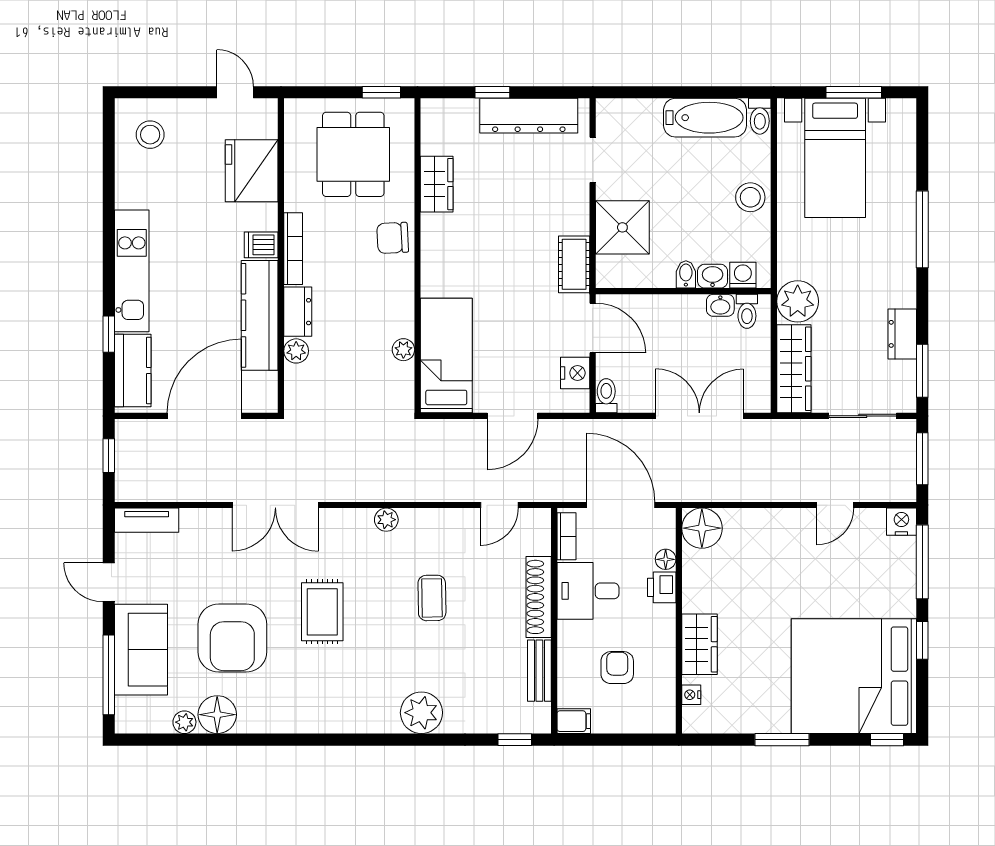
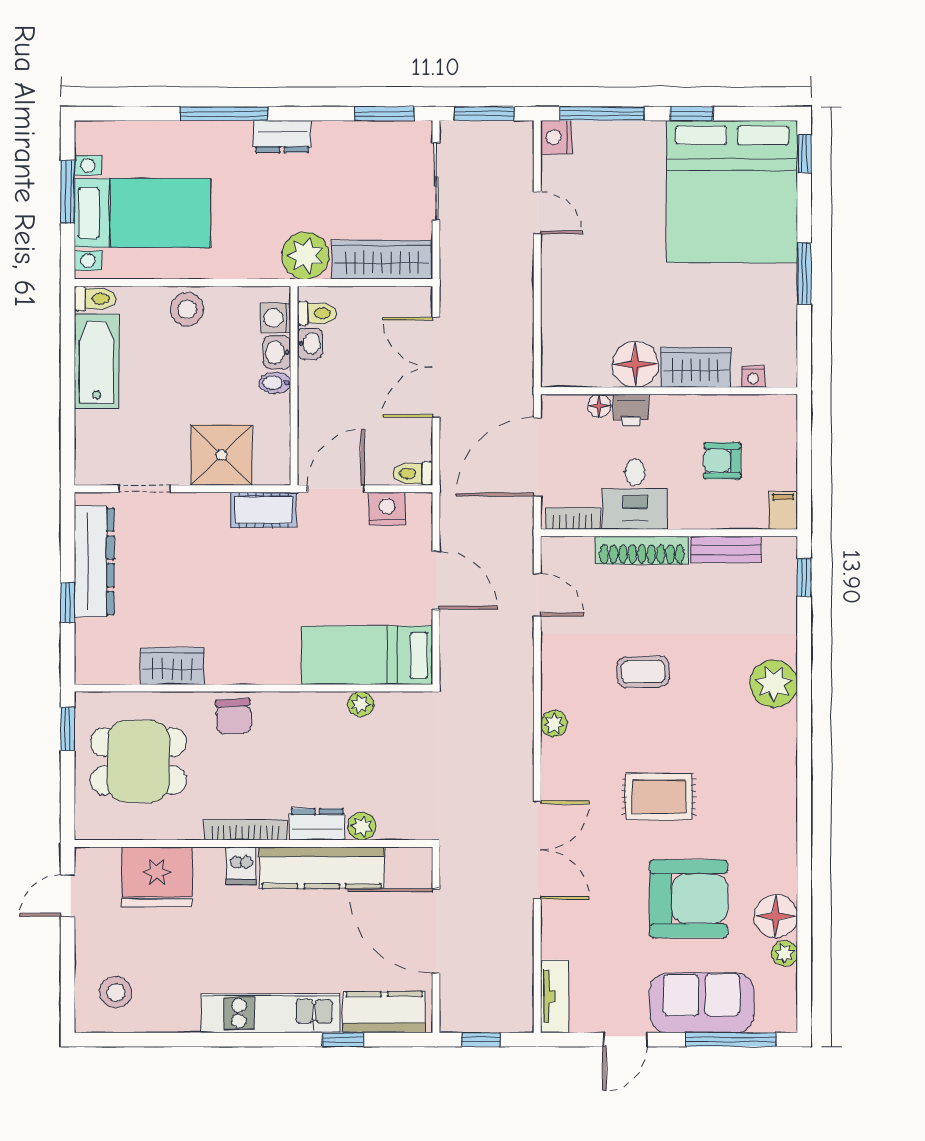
dresser: (902, 334) -> (282, 137), moved
floor lamp: (702, 528) -> (636, 364), moved

